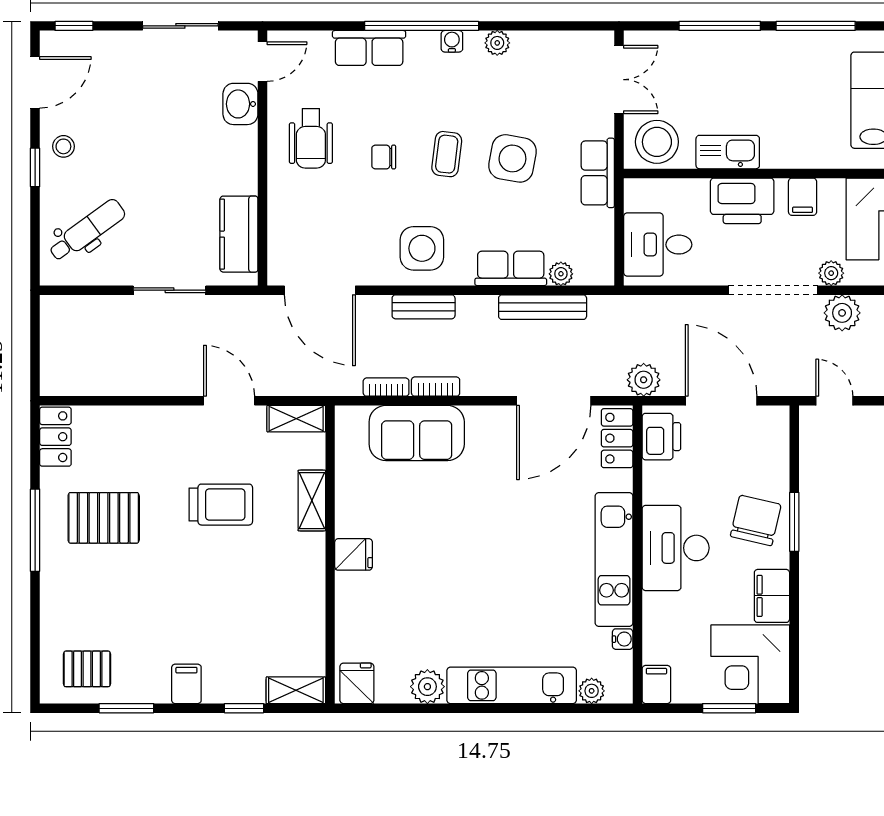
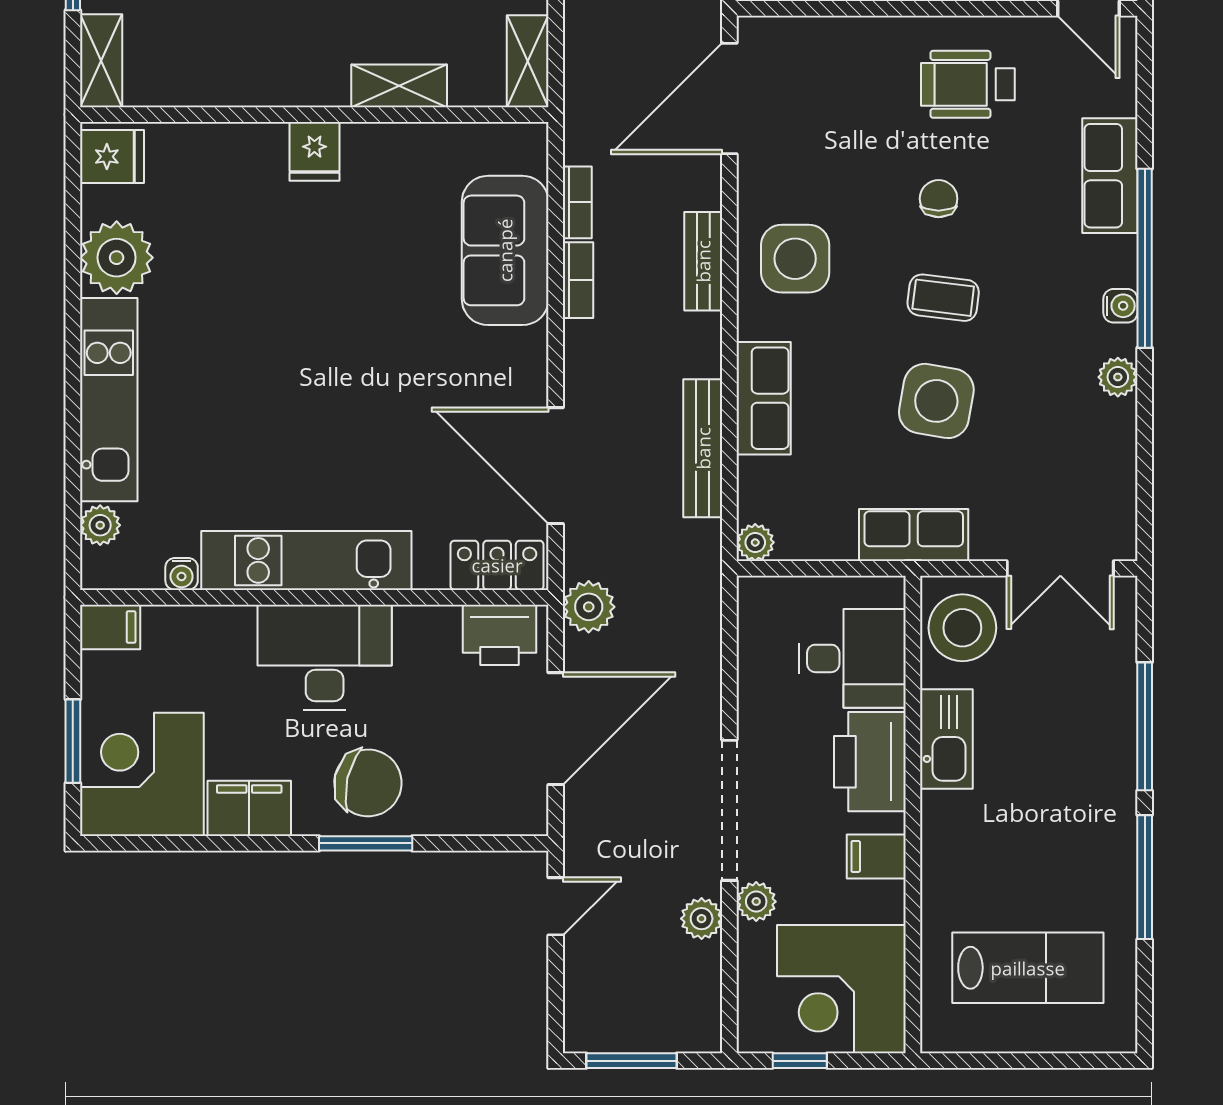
desk: (658, 245) -> (852, 658), moved, turned 90
plant: (561, 274) -> (755, 542), moved
plant: (842, 313) -> (702, 919), width x0.73, depth x0.73
plant: (427, 687) -> (117, 258), width x1.36, depth x1.36

